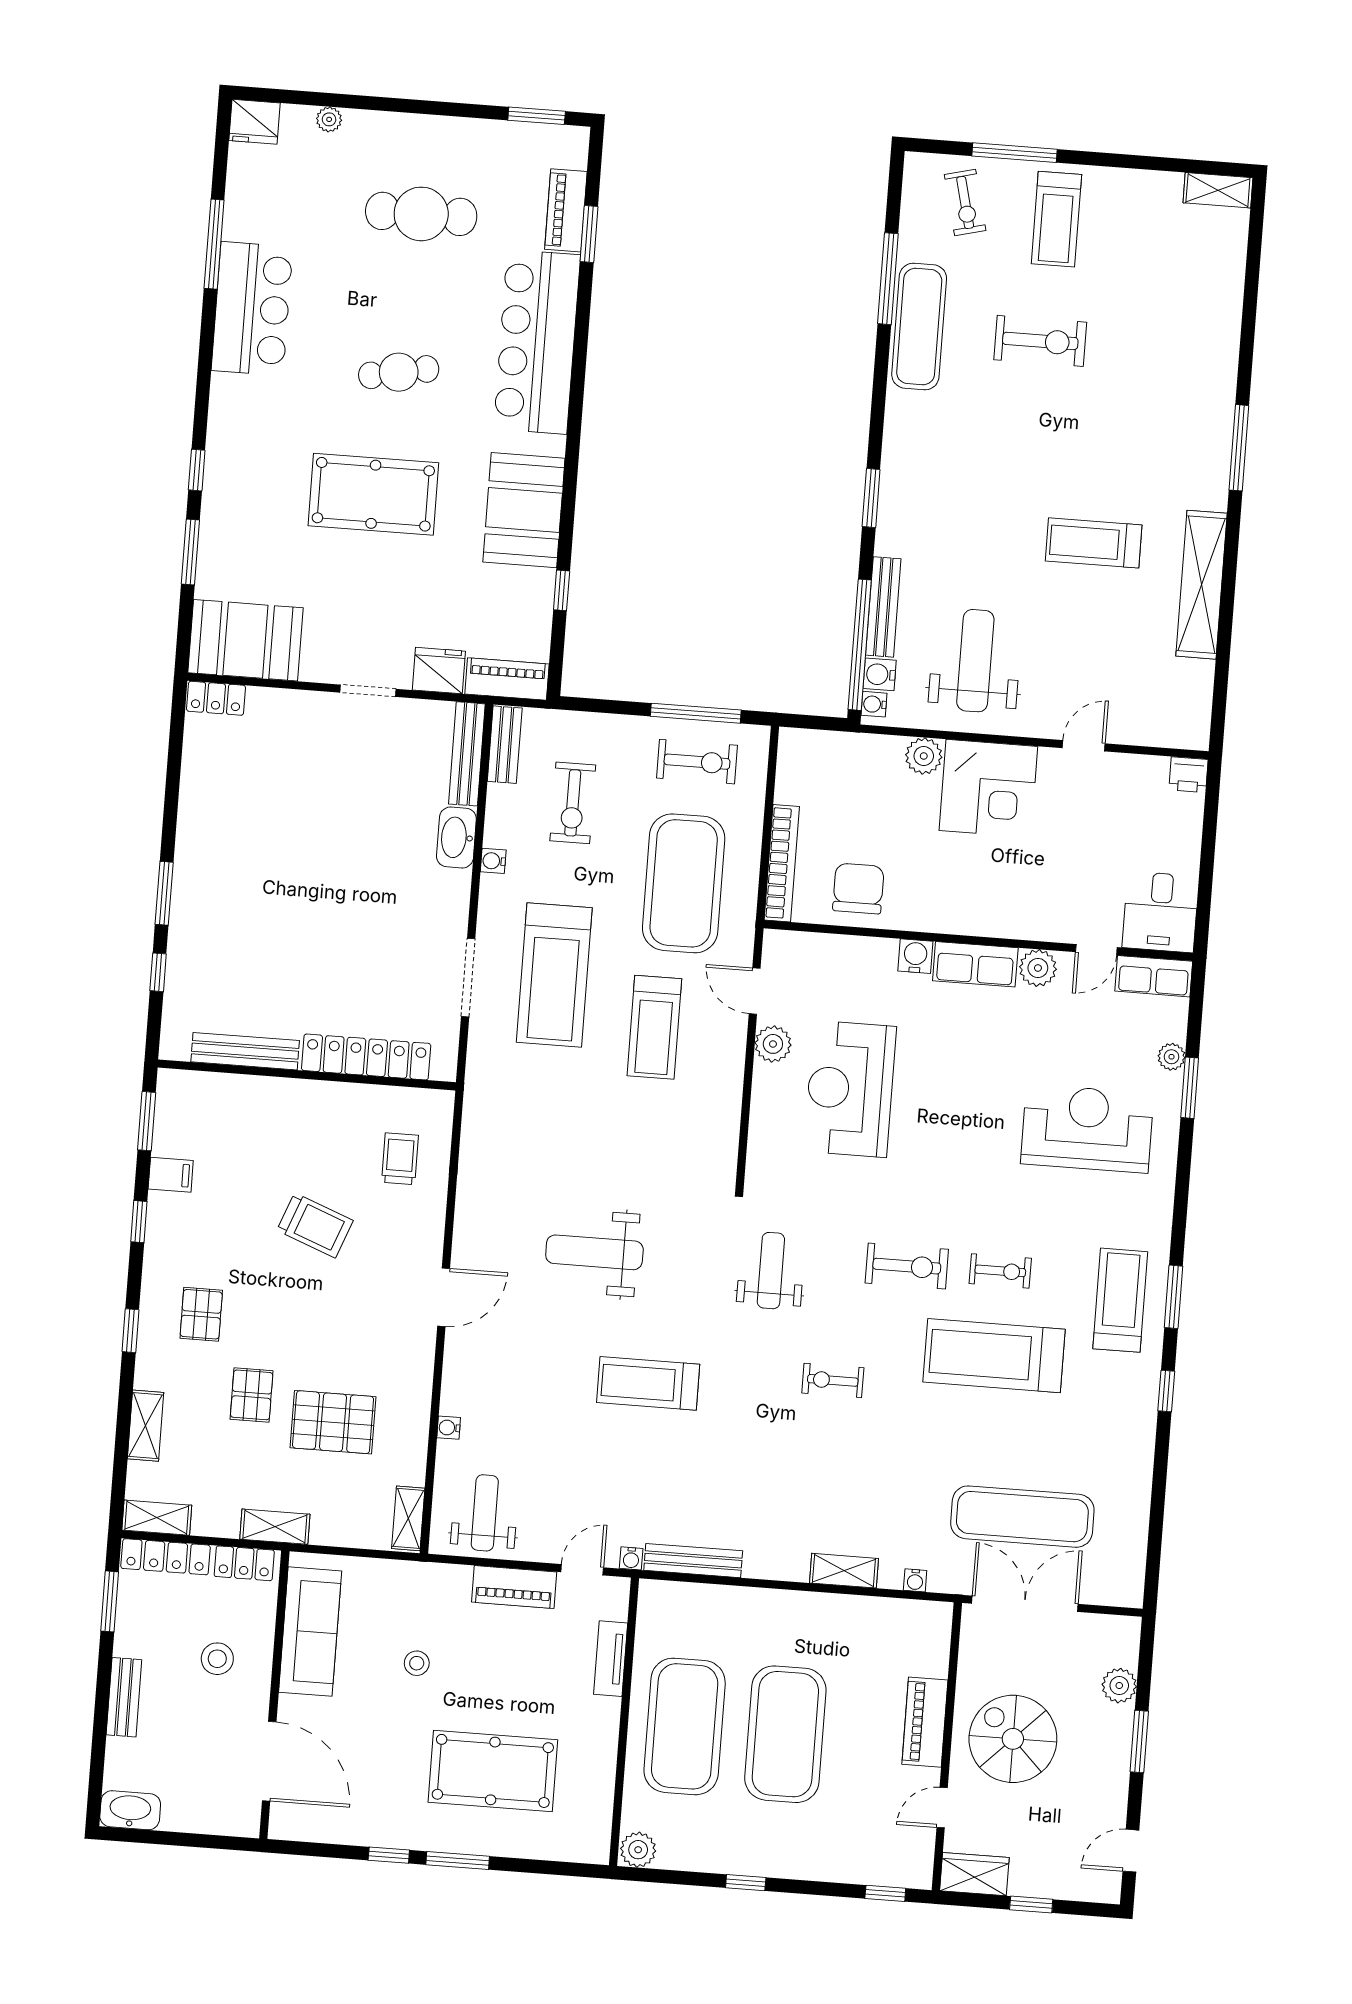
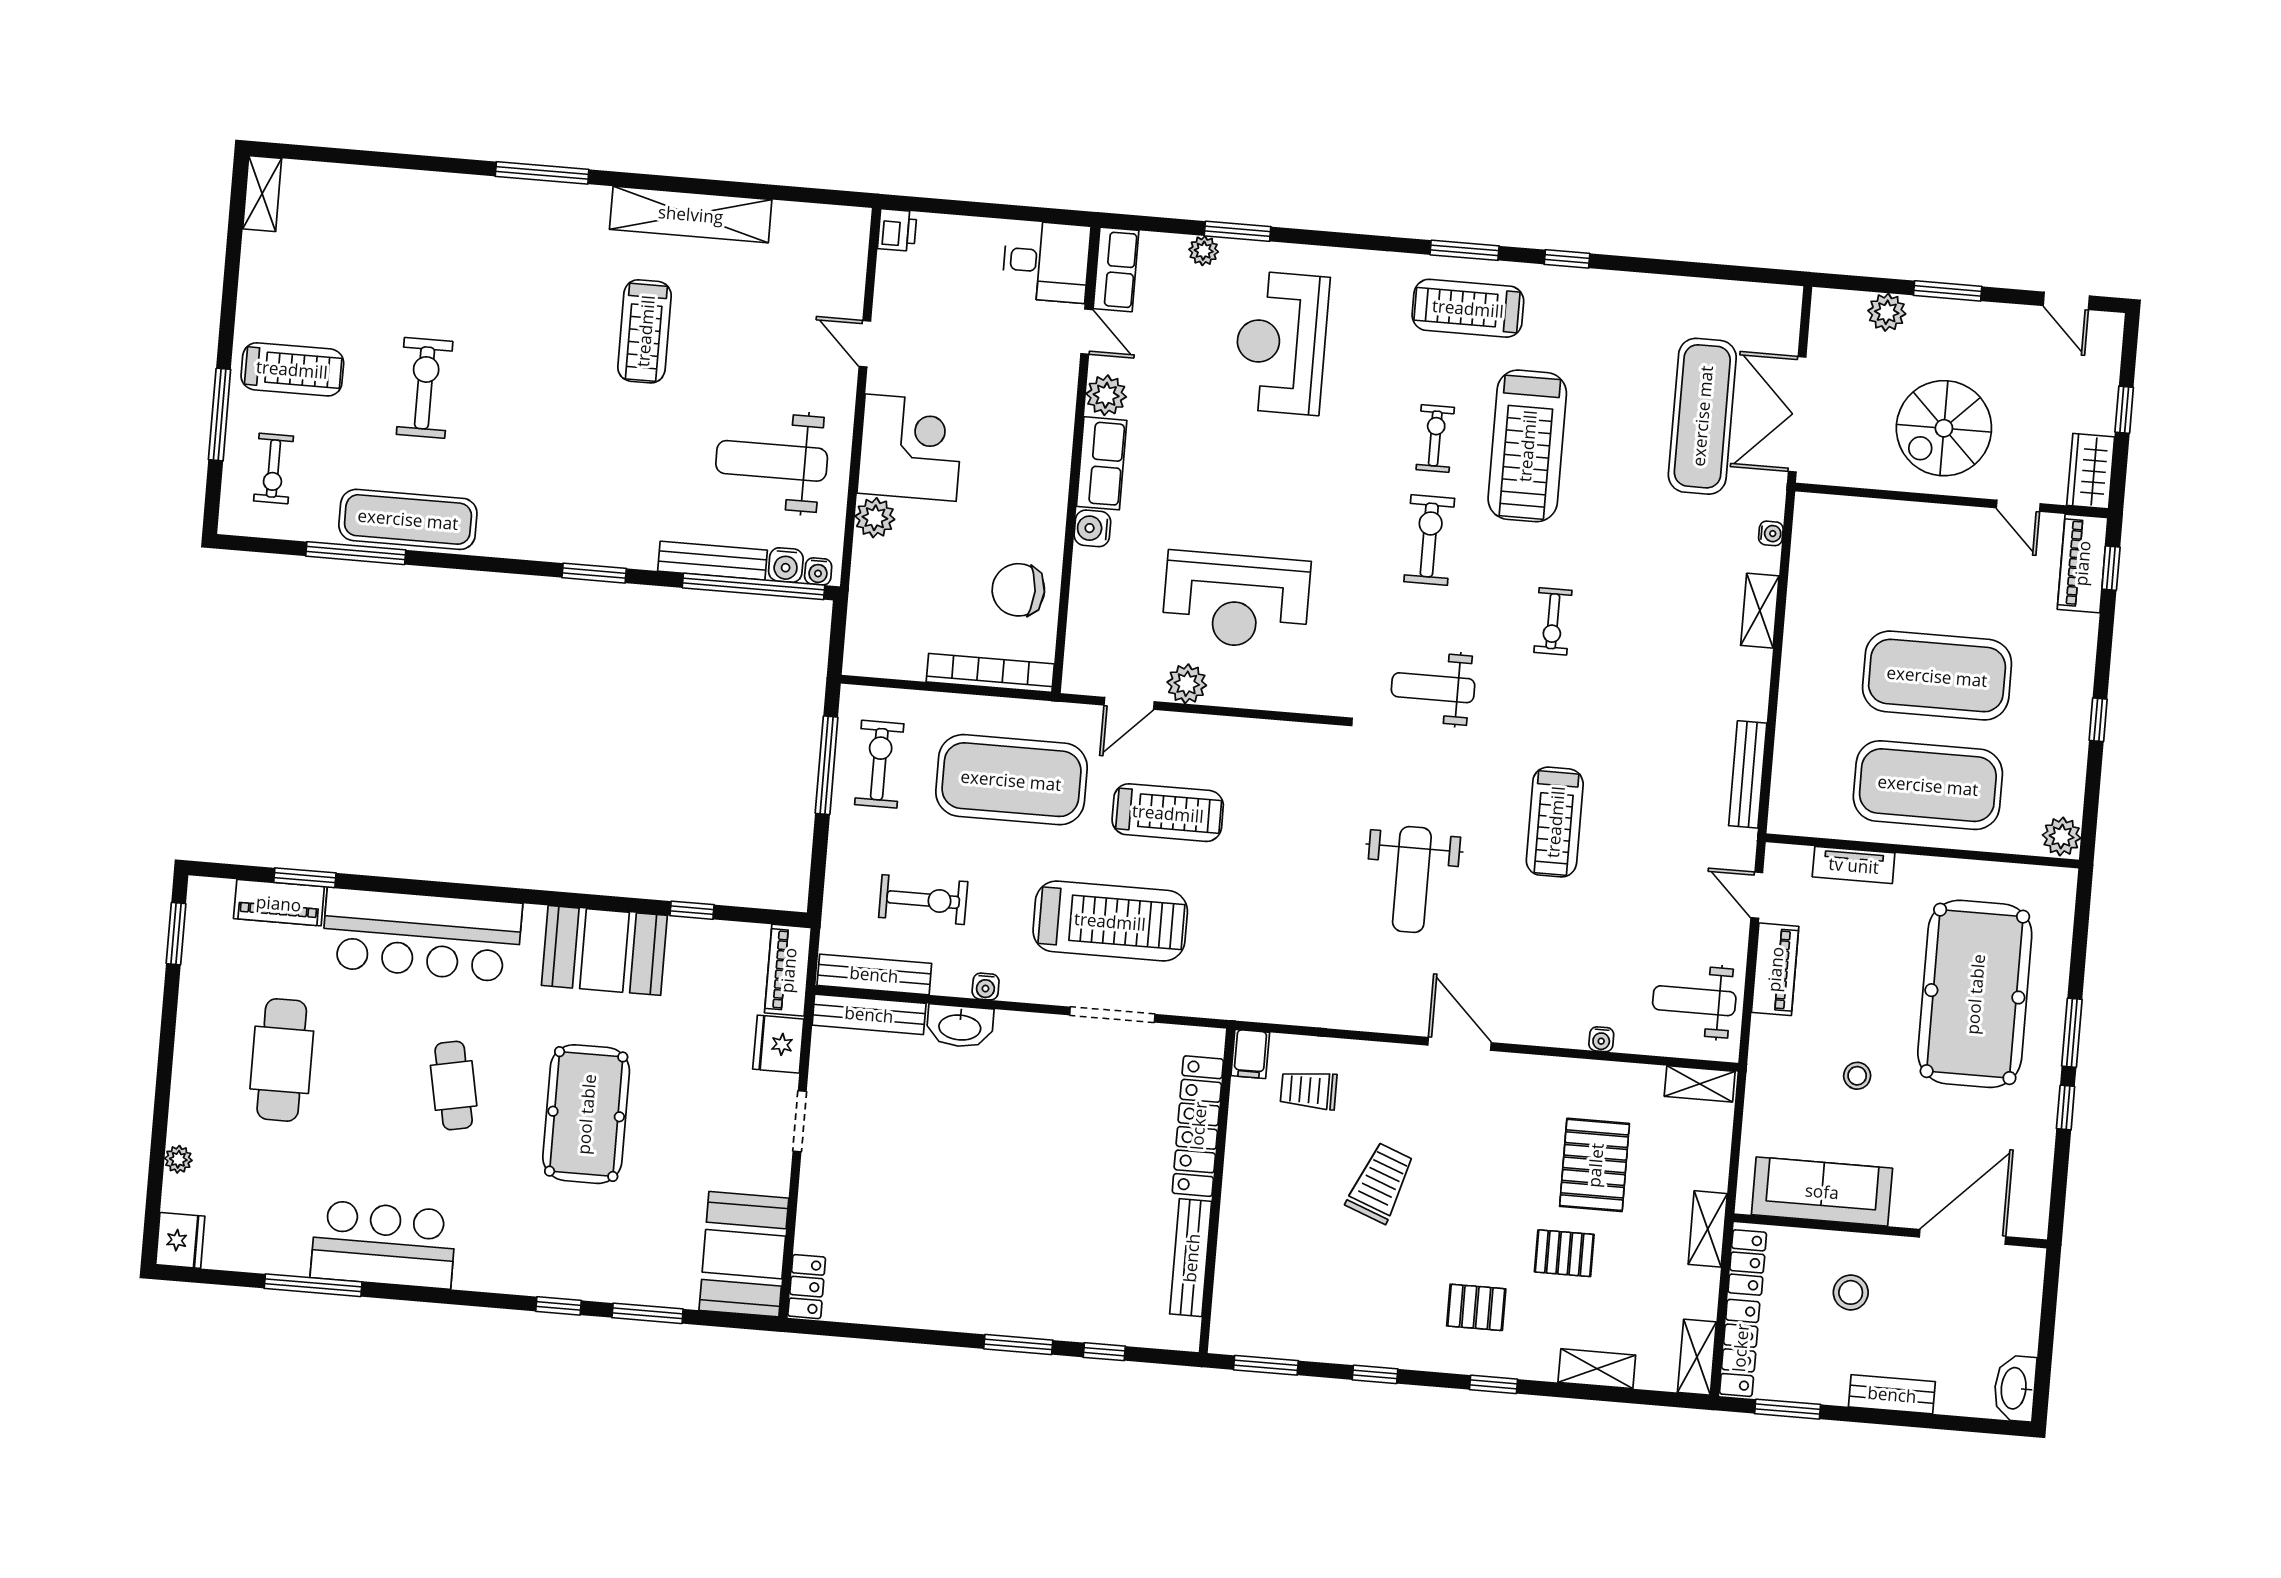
exercise bike: (965, 202) -> (274, 469), turned 104
bench: (505, 745) -> (874, 974), width x1.36
filing cabinet: (171, 1175) -> (1250, 1054), moved, turned 180
water cooler: (631, 1558) -> (1745, 842), removed
piano: (925, 1722) -> (2082, 563), moved, turned 90
pool table: (493, 1771) -> (1975, 994), width x1.36, depth x1.32

